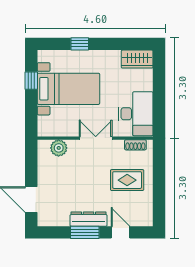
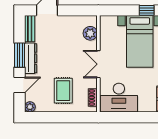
double door: (96, 138) -> (98, 64), swing flipped
bench: (53, 220) -> (30, 29), added
plant: (147, 220) -> (30, 107), added

